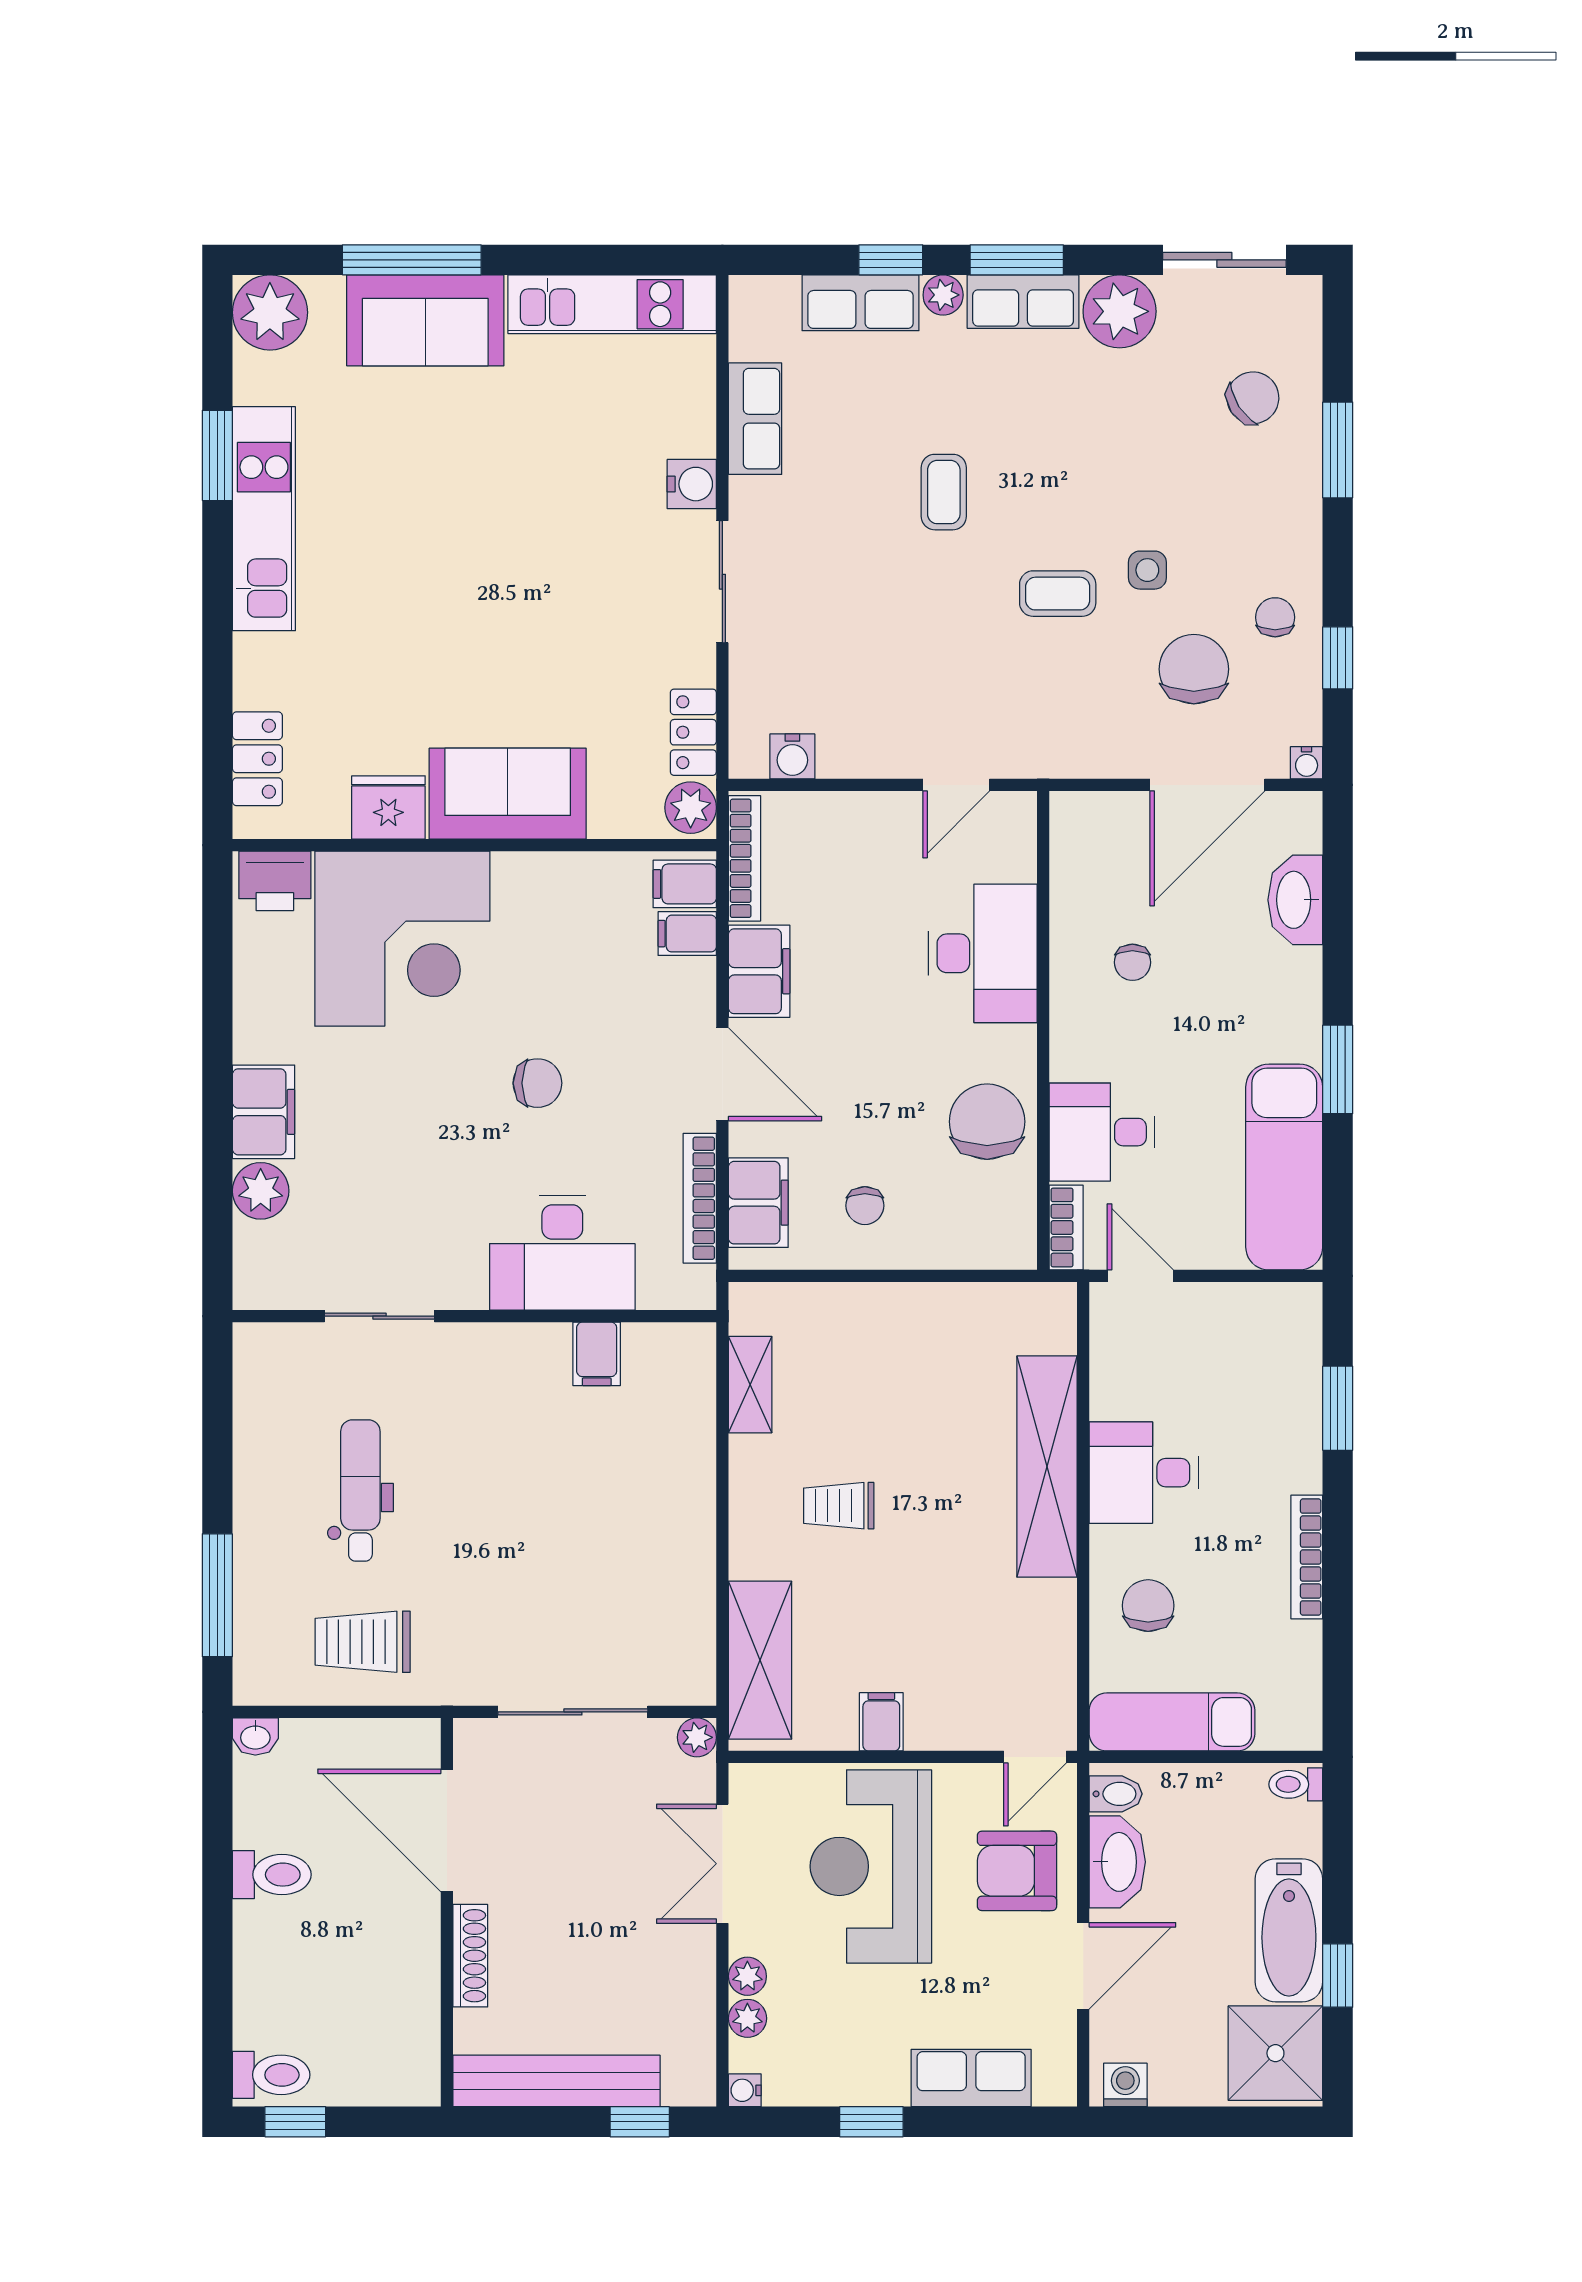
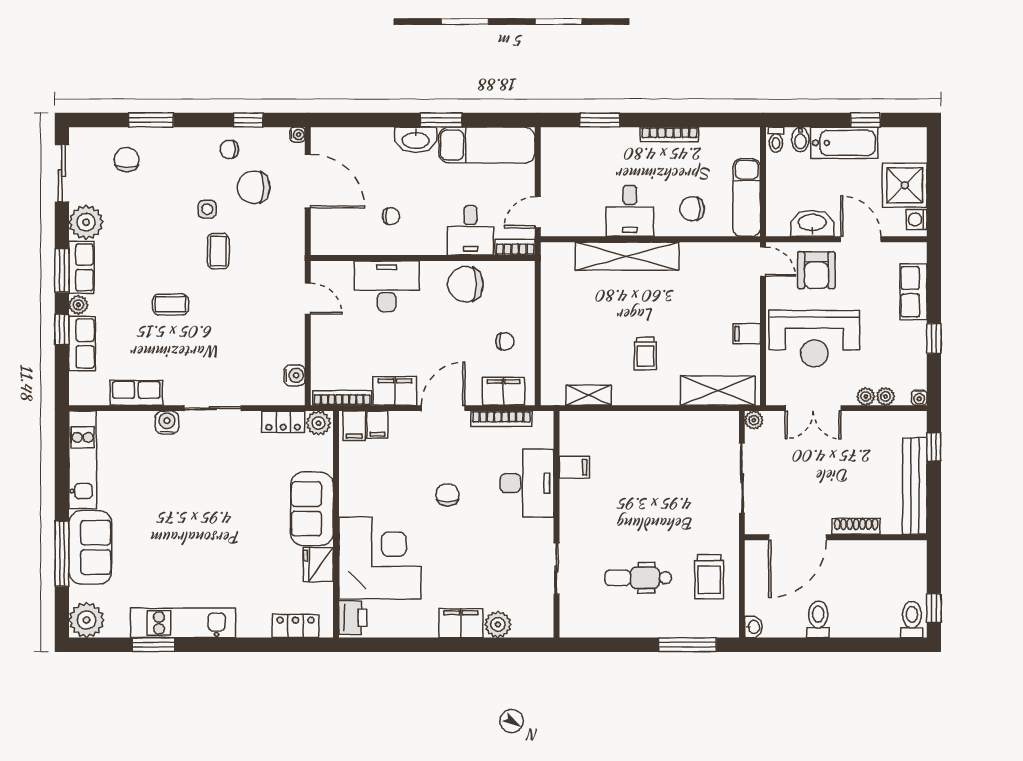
chair: (1253, 398) -> (127, 160), turned 33
washbasin: (1295, 900) -> (416, 140), moved
bidet: (1116, 1794) -> (800, 139), moved, turned 180
shower: (1275, 2053) -> (905, 185), moved

